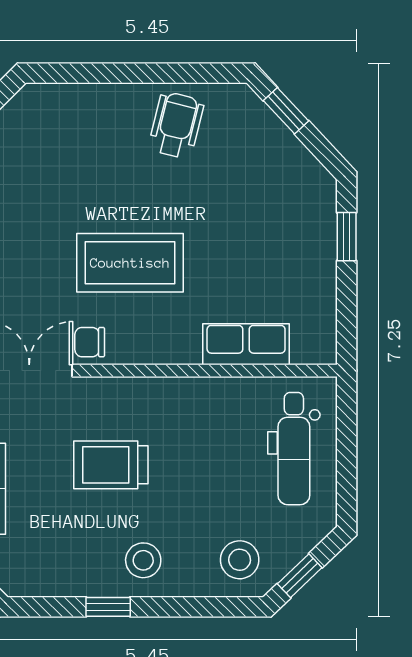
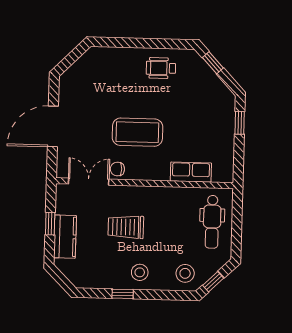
wheelchair: (176, 125) -> (161, 68), turned -104

